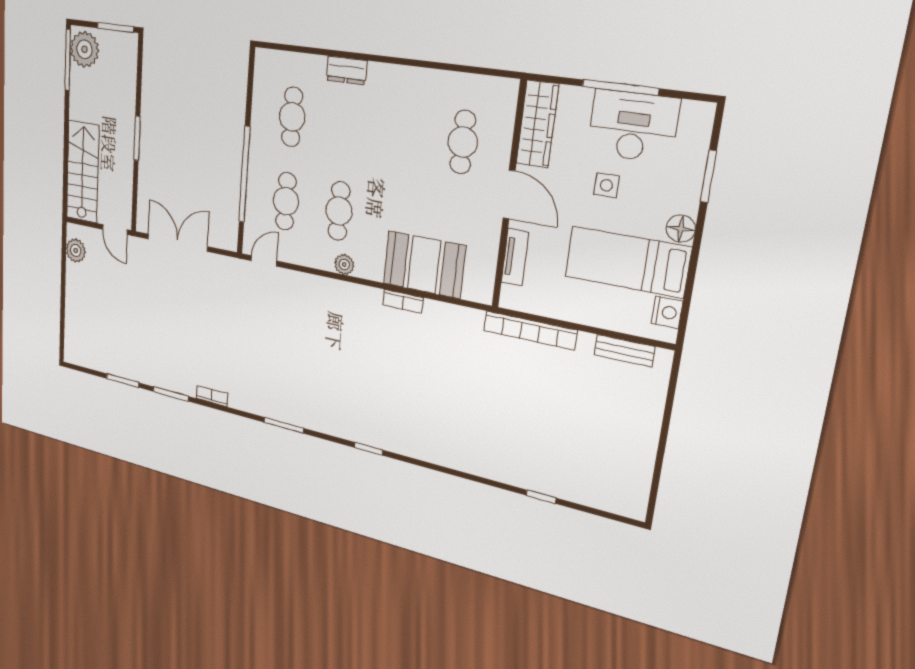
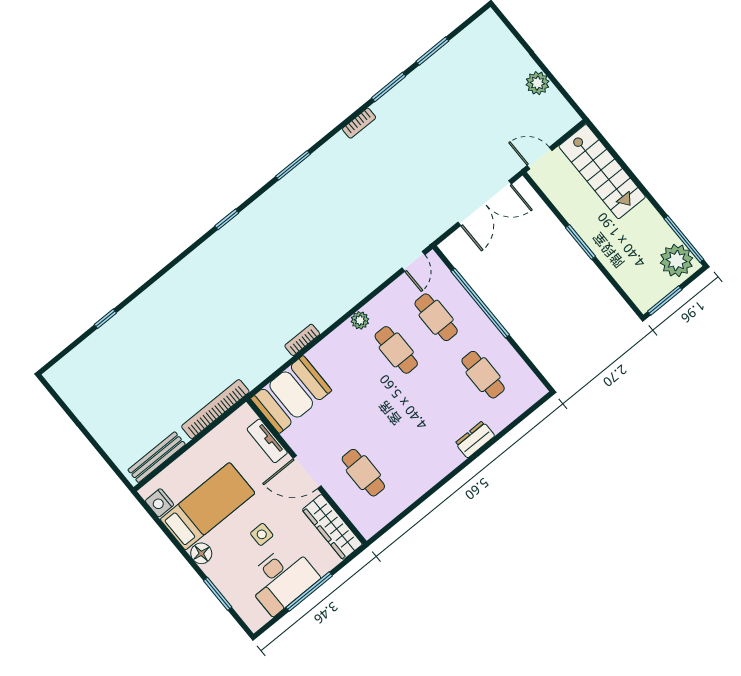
plant: (76, 250) -> (537, 83), moved
booth: (424, 265) -> (291, 394), moved
bench: (624, 351) -> (157, 457), width x1.36

